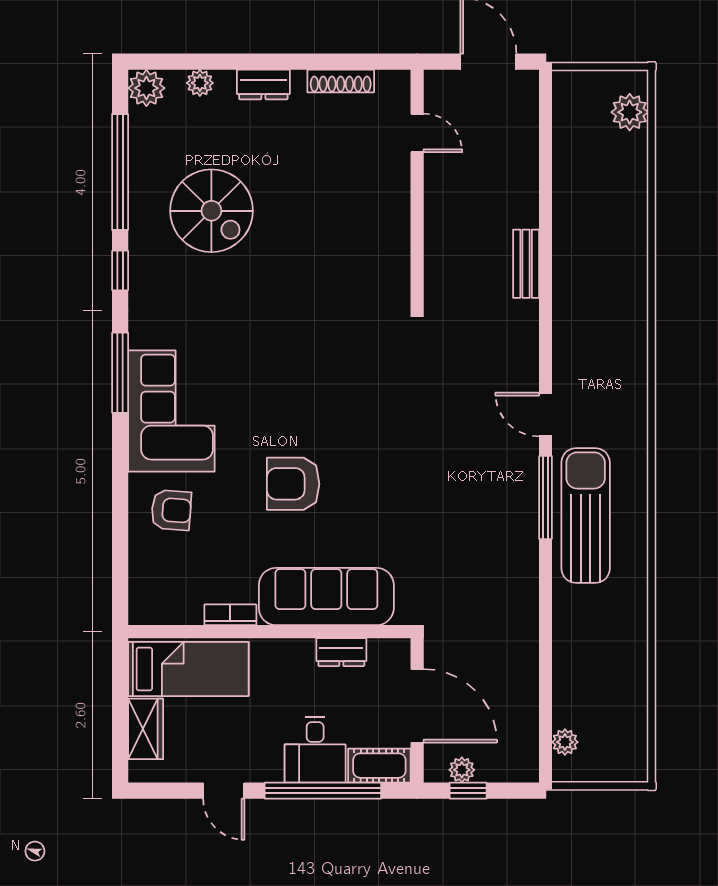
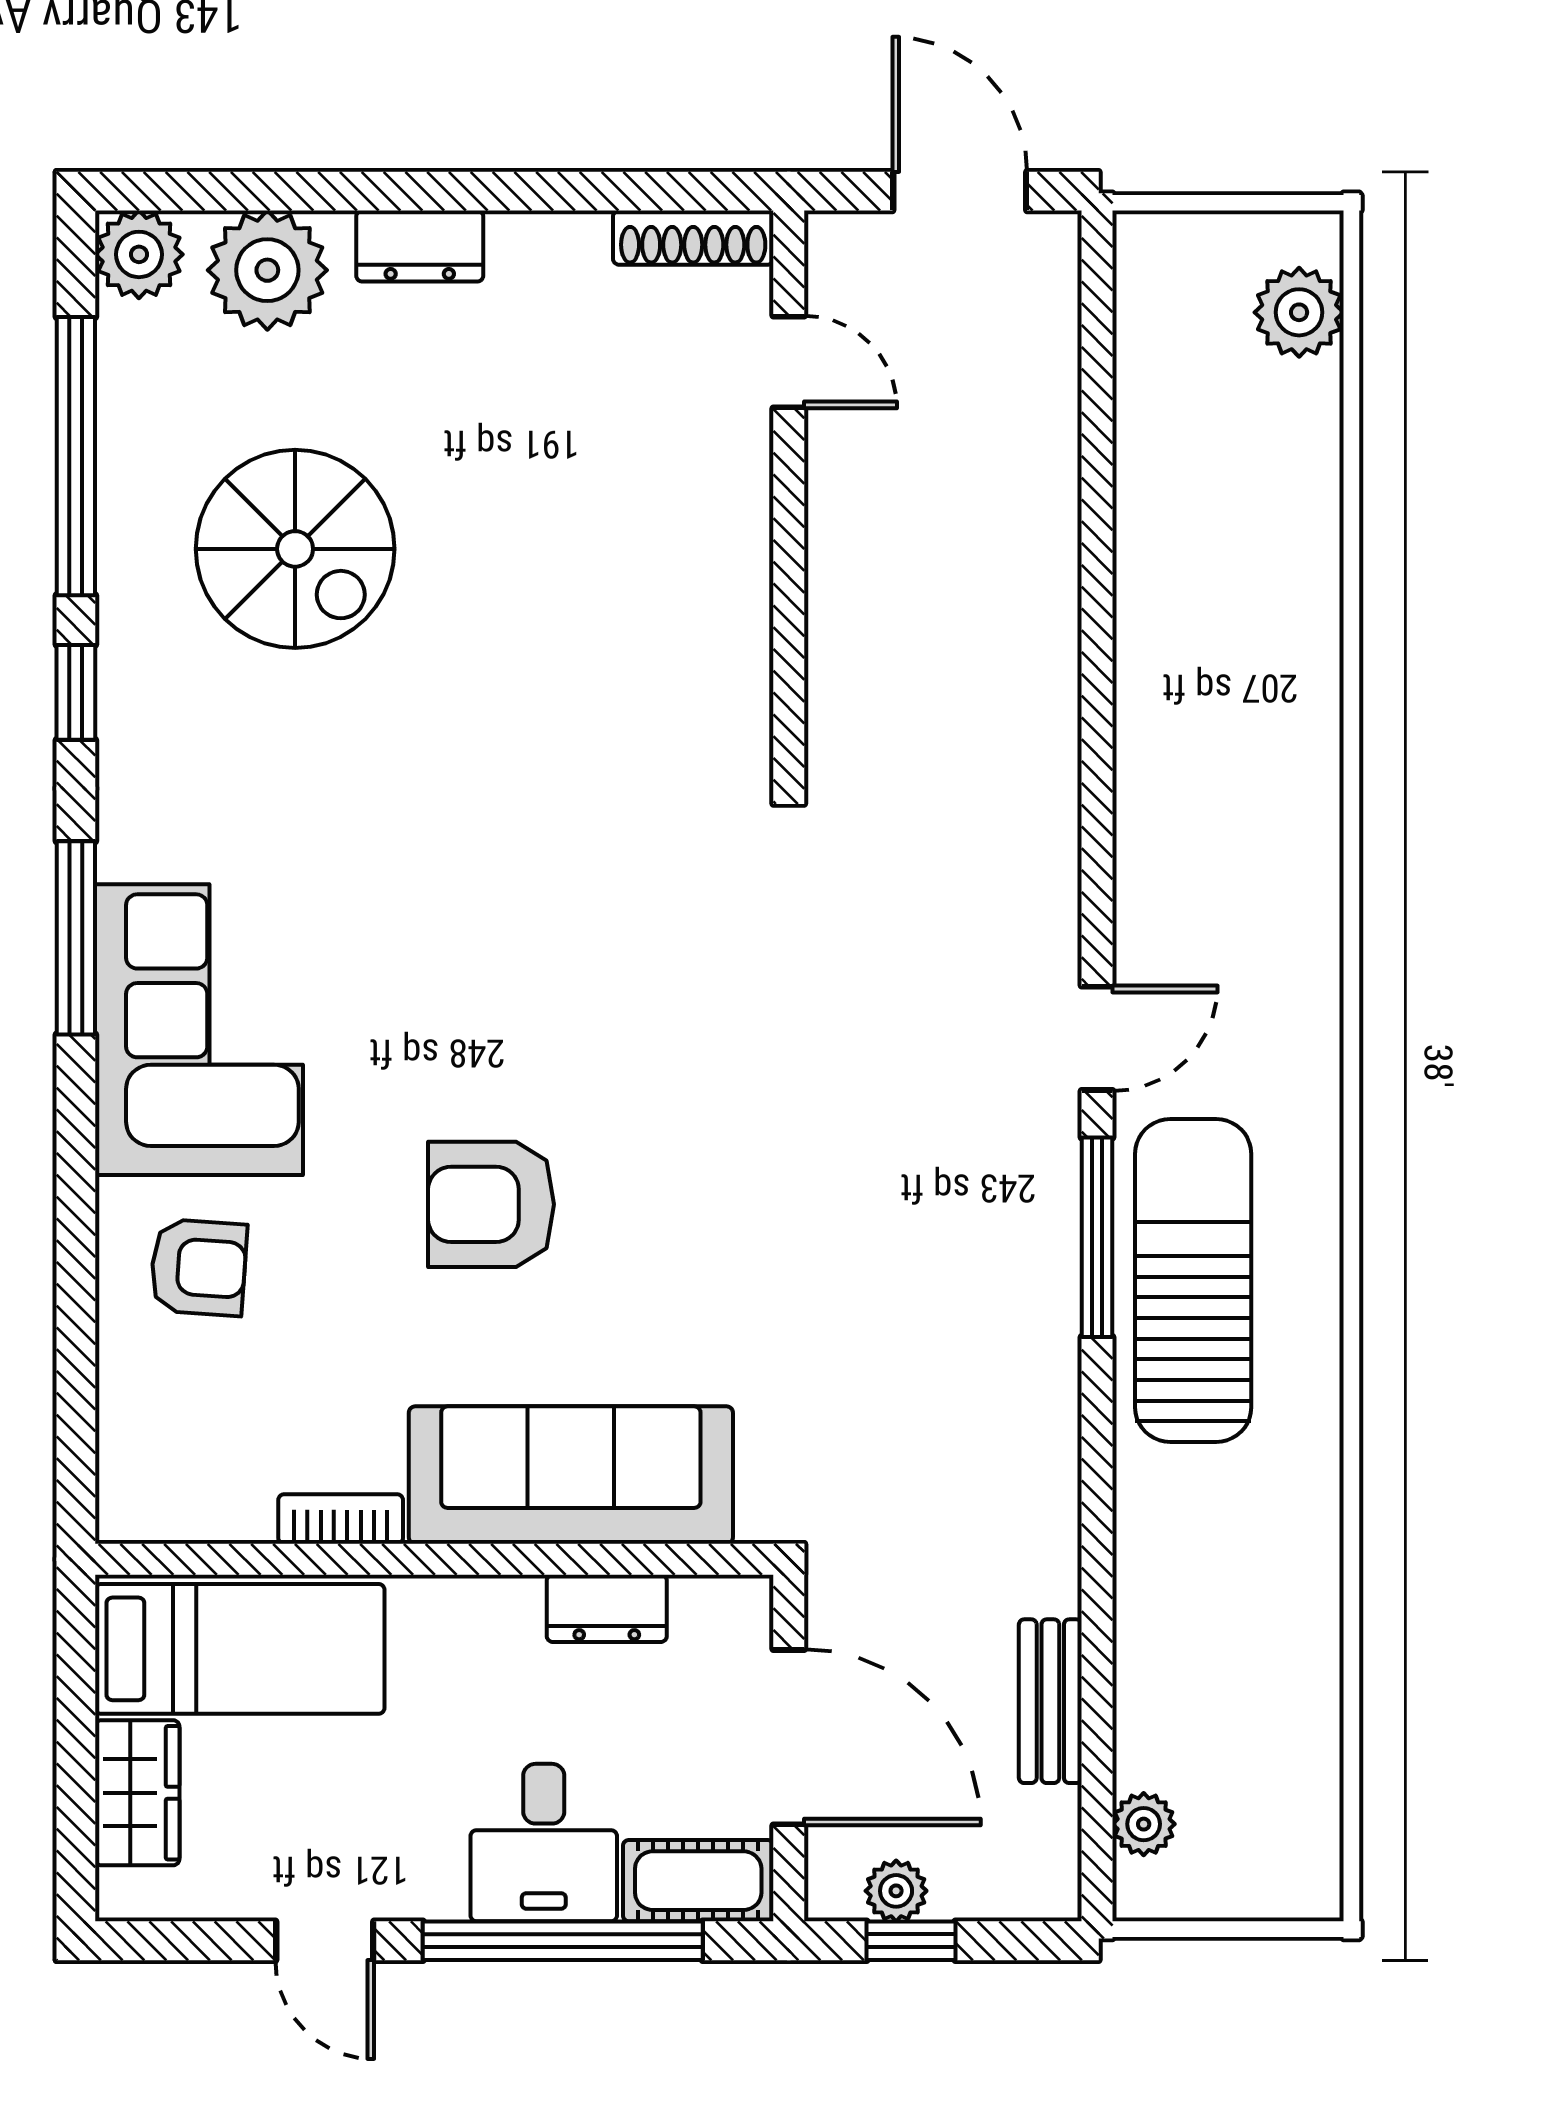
shoe rack: (341, 81) -> (693, 238), moved
plant: (200, 83) -> (267, 270), width x1.87, depth x1.87
bench: (526, 264) -> (1050, 1701), moved
door: (546, 415) -> (1097, 1038), swing flipped

